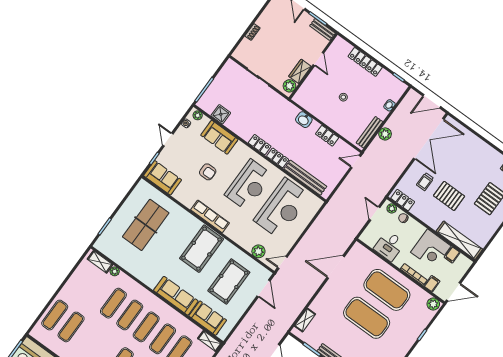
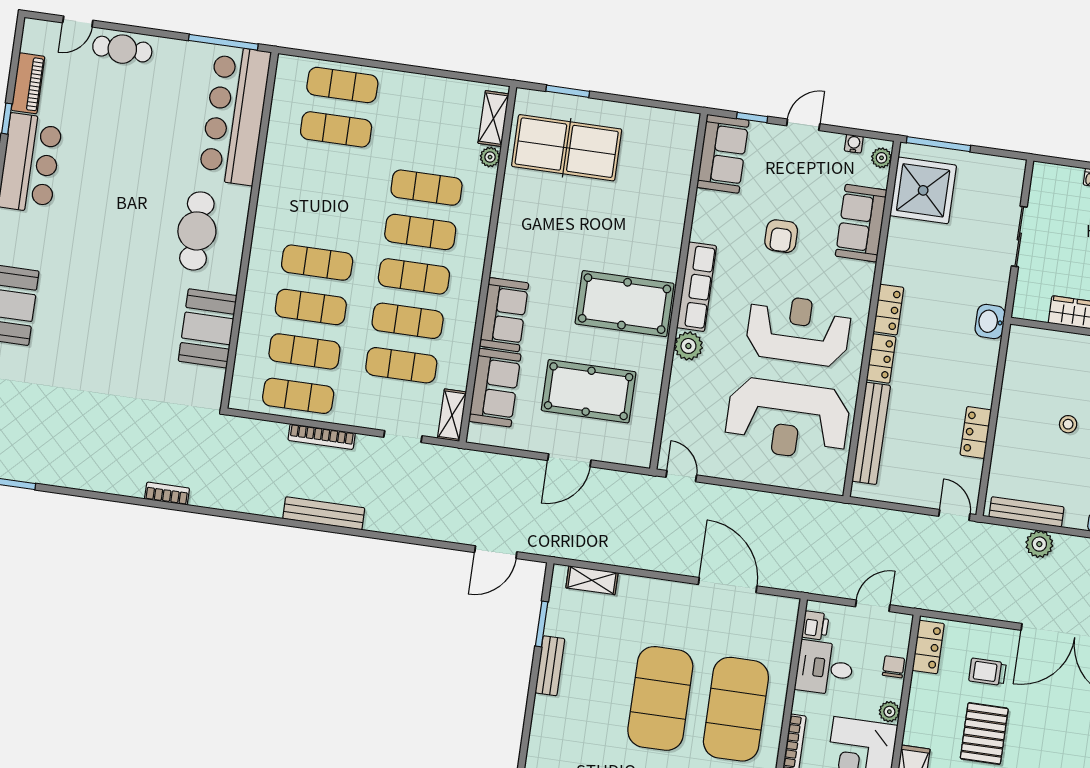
plant: (289, 86) -> (1034, 307), removed
shower: (221, 114) -> (923, 190), width x1.86, depth x1.86
washbasin: (304, 120) -> (990, 322), moved
reception desk: (249, 185) -> (798, 330), turned 180
plant: (392, 208) -> (889, 712), moved
table tennis table: (146, 225) -> (567, 148), moved
printer: (370, 241) -> (815, 626), added
plant: (258, 251) -> (688, 346), moved
door: (263, 288) -> (569, 460), moved
sofa: (176, 296) -> (504, 315), width x0.73

